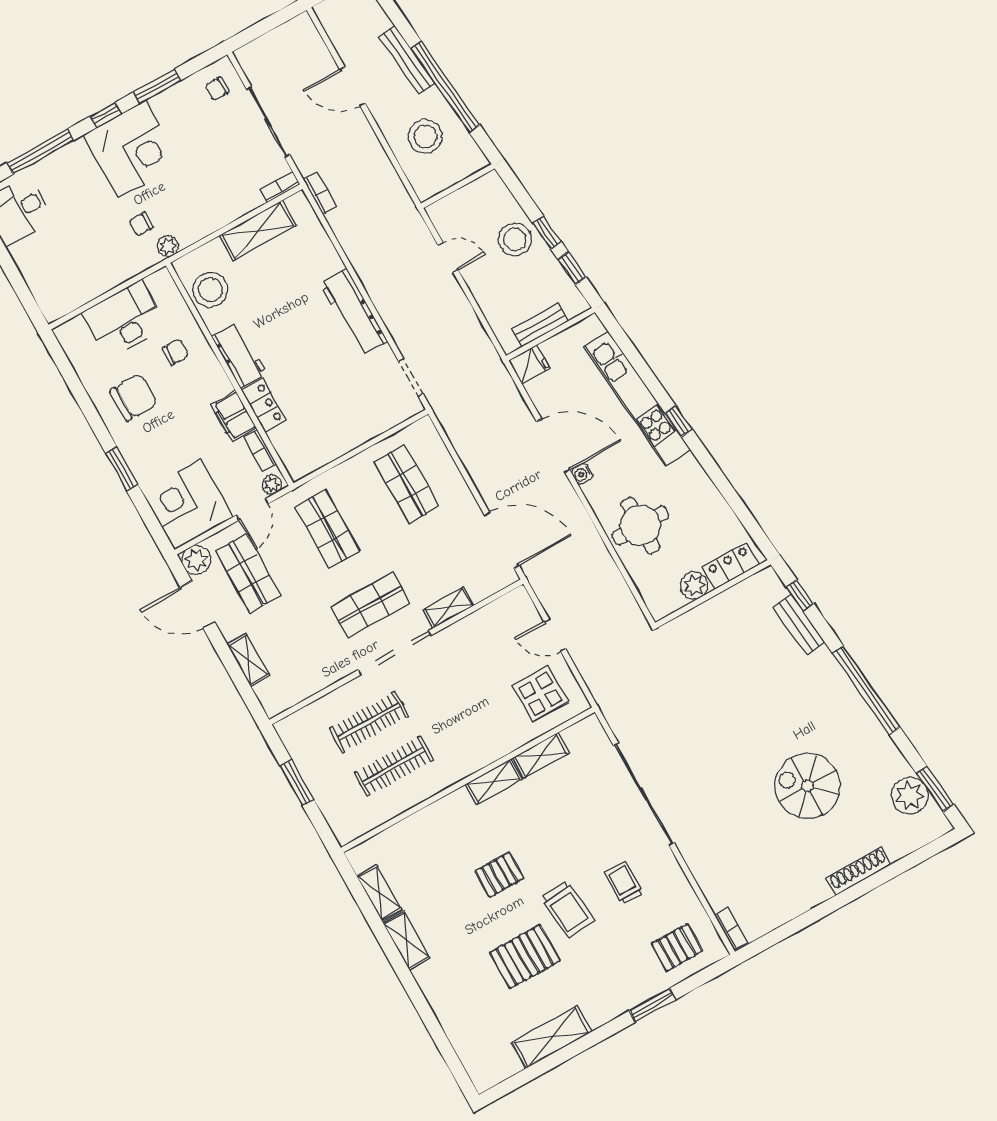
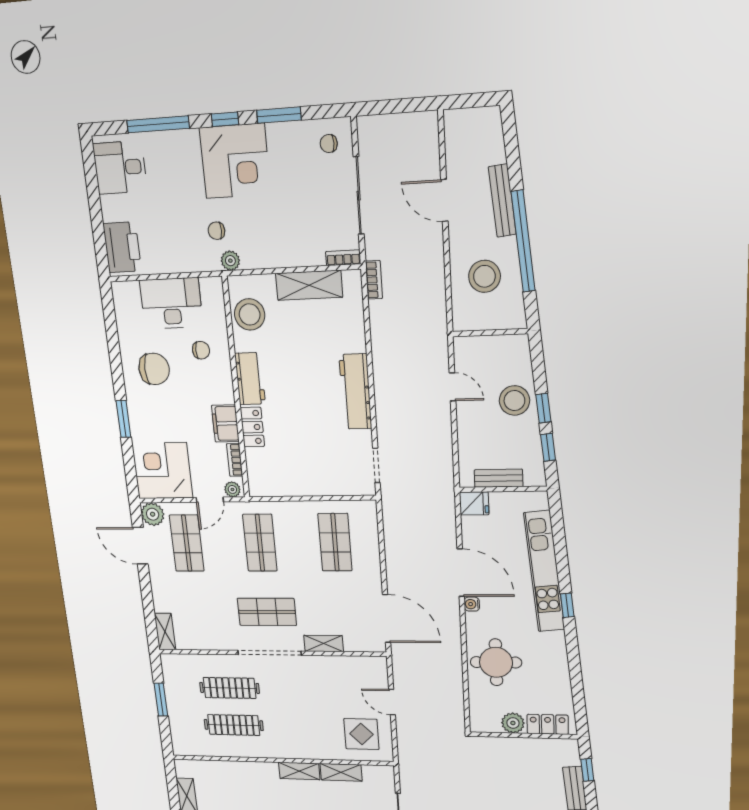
printer: (50, 288) -> (122, 247), added
shelving: (248, 660) -> (165, 632), moved

